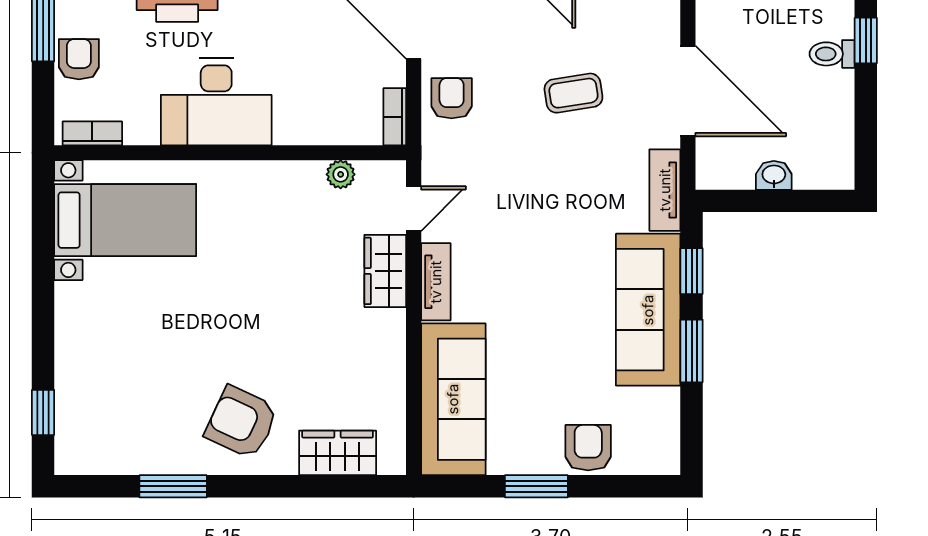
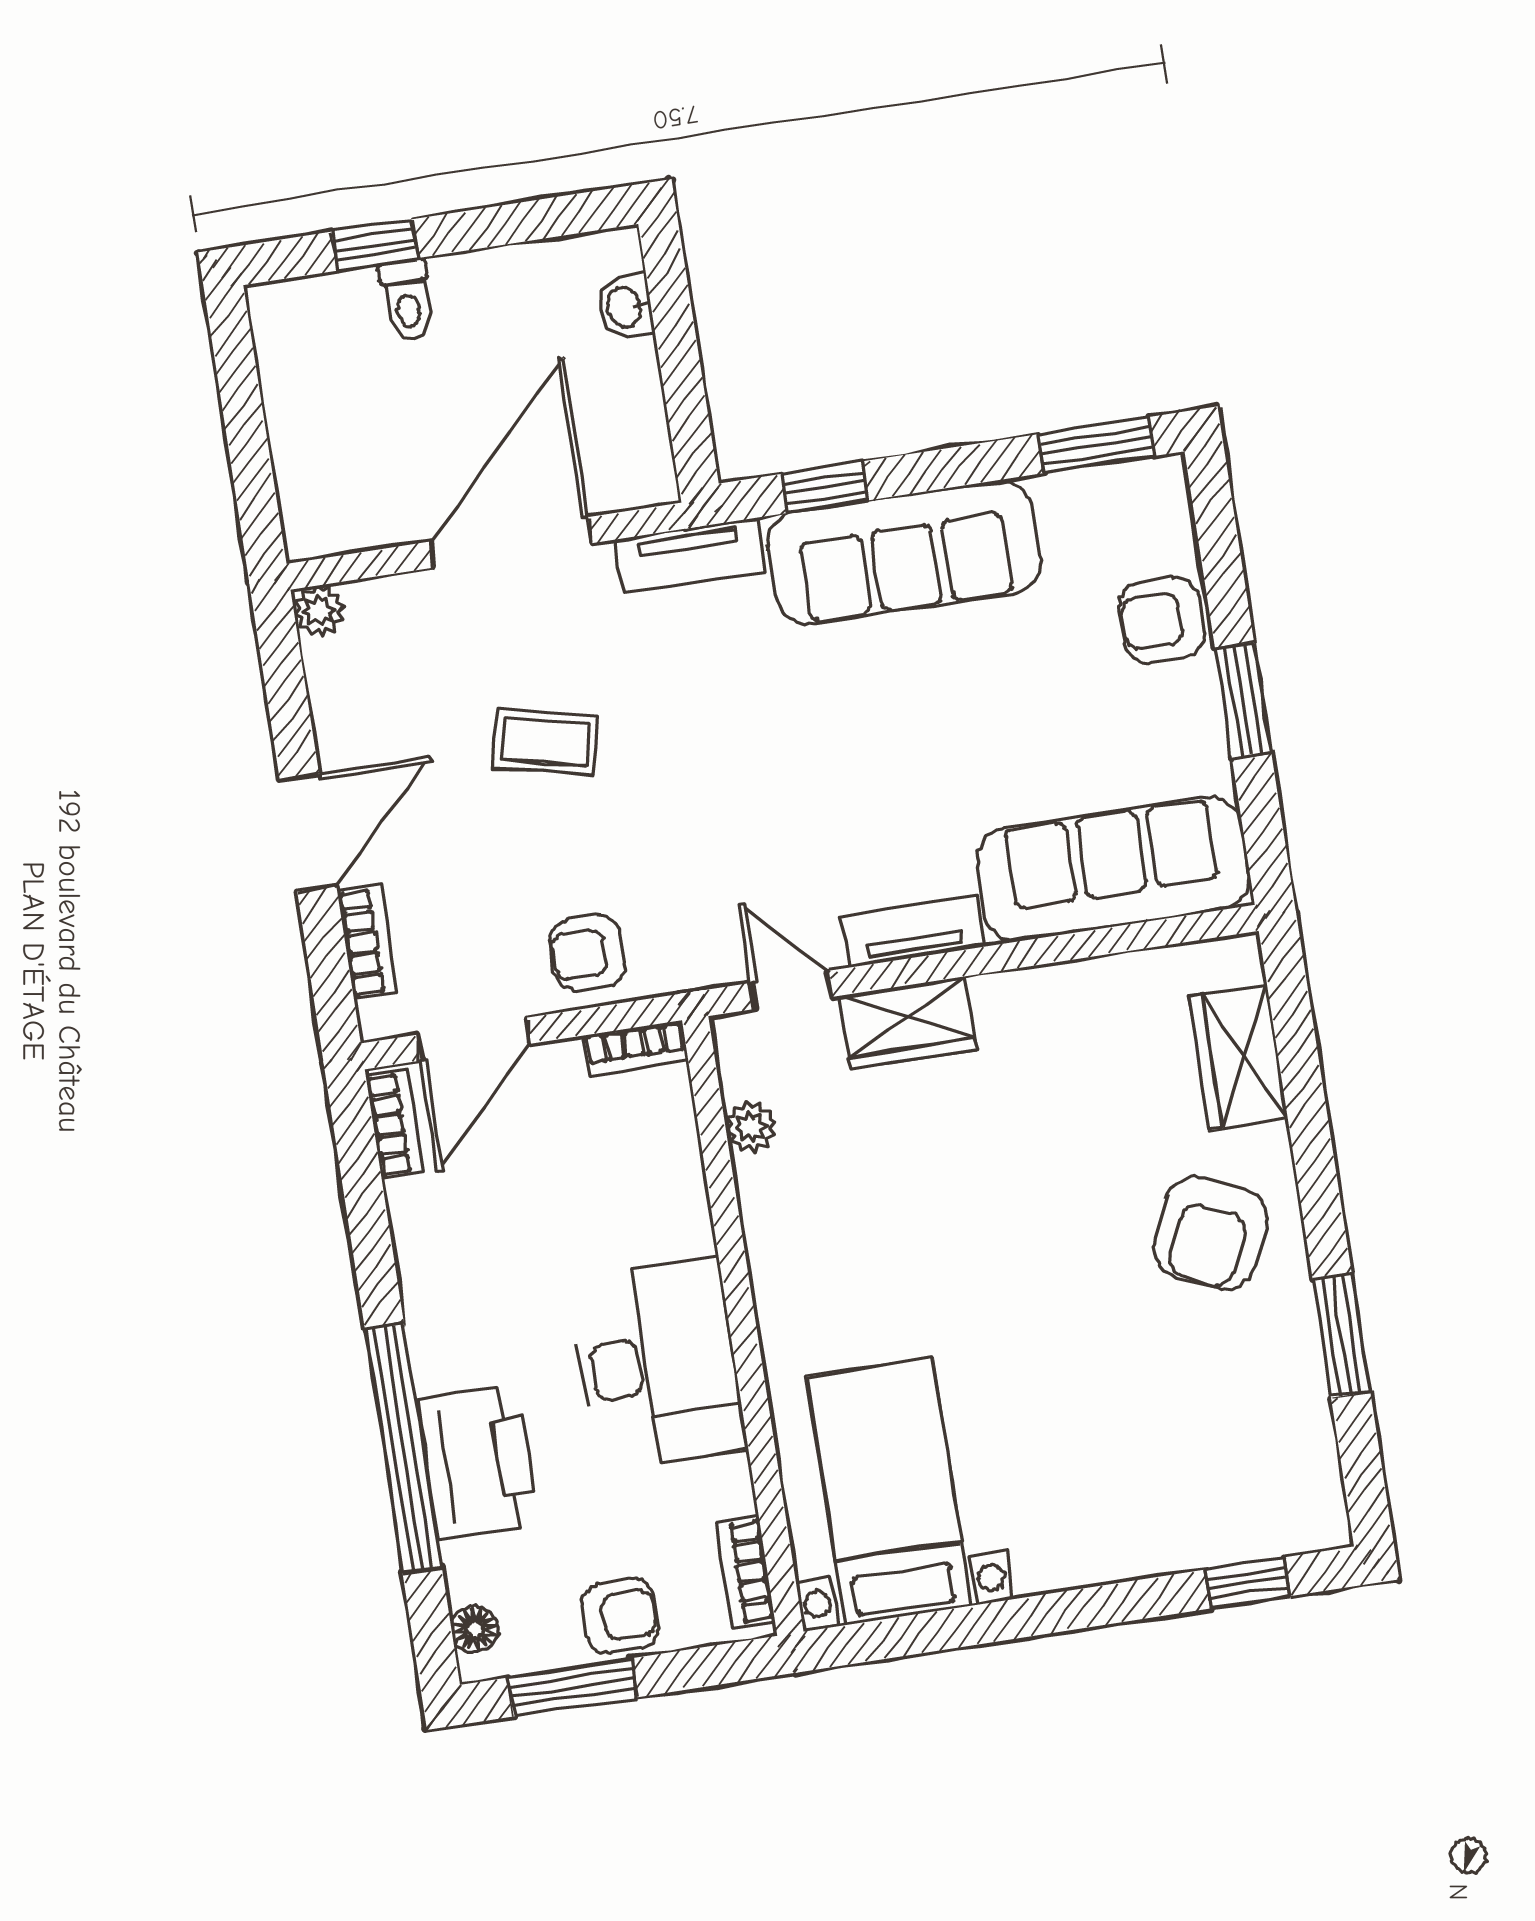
armchair: (79, 59) -> (620, 1616), turned 180
coffee table: (573, 93) -> (546, 742), turned -68
washbasin: (774, 175) -> (625, 307), moved
window: (692, 351) -> (1097, 445), moved

